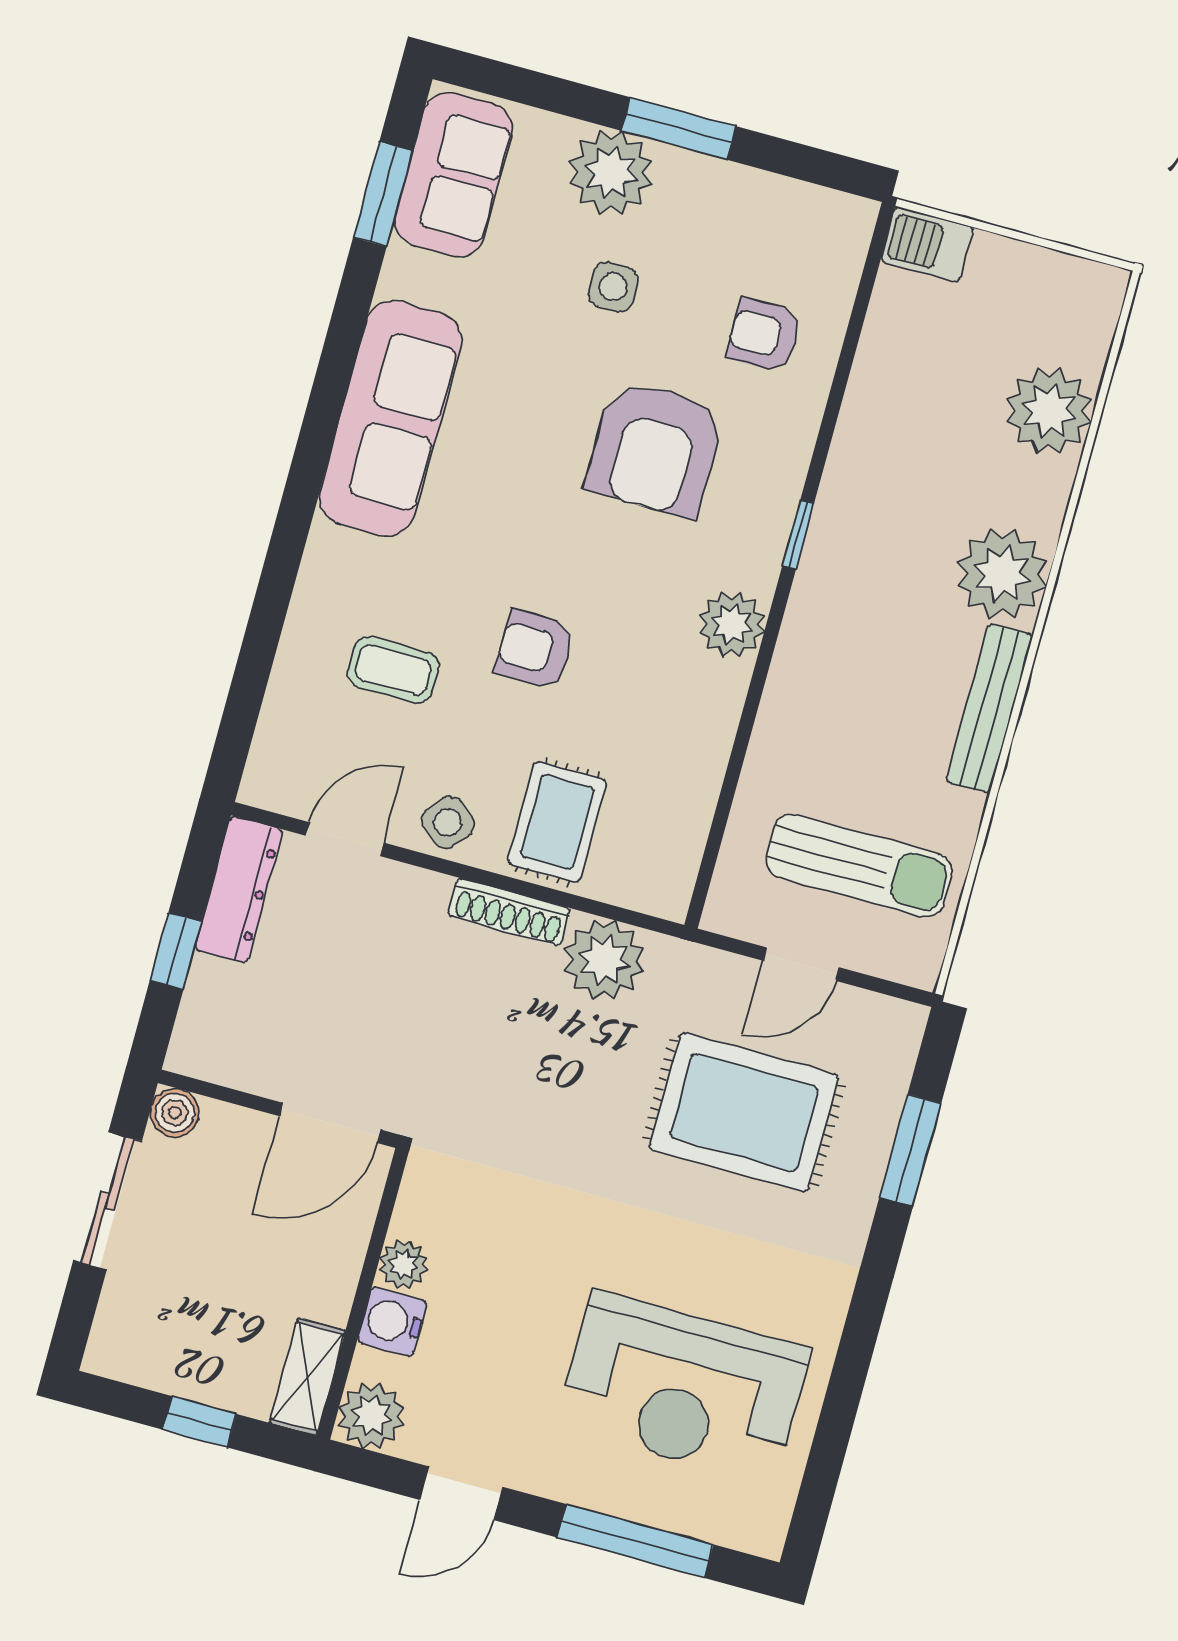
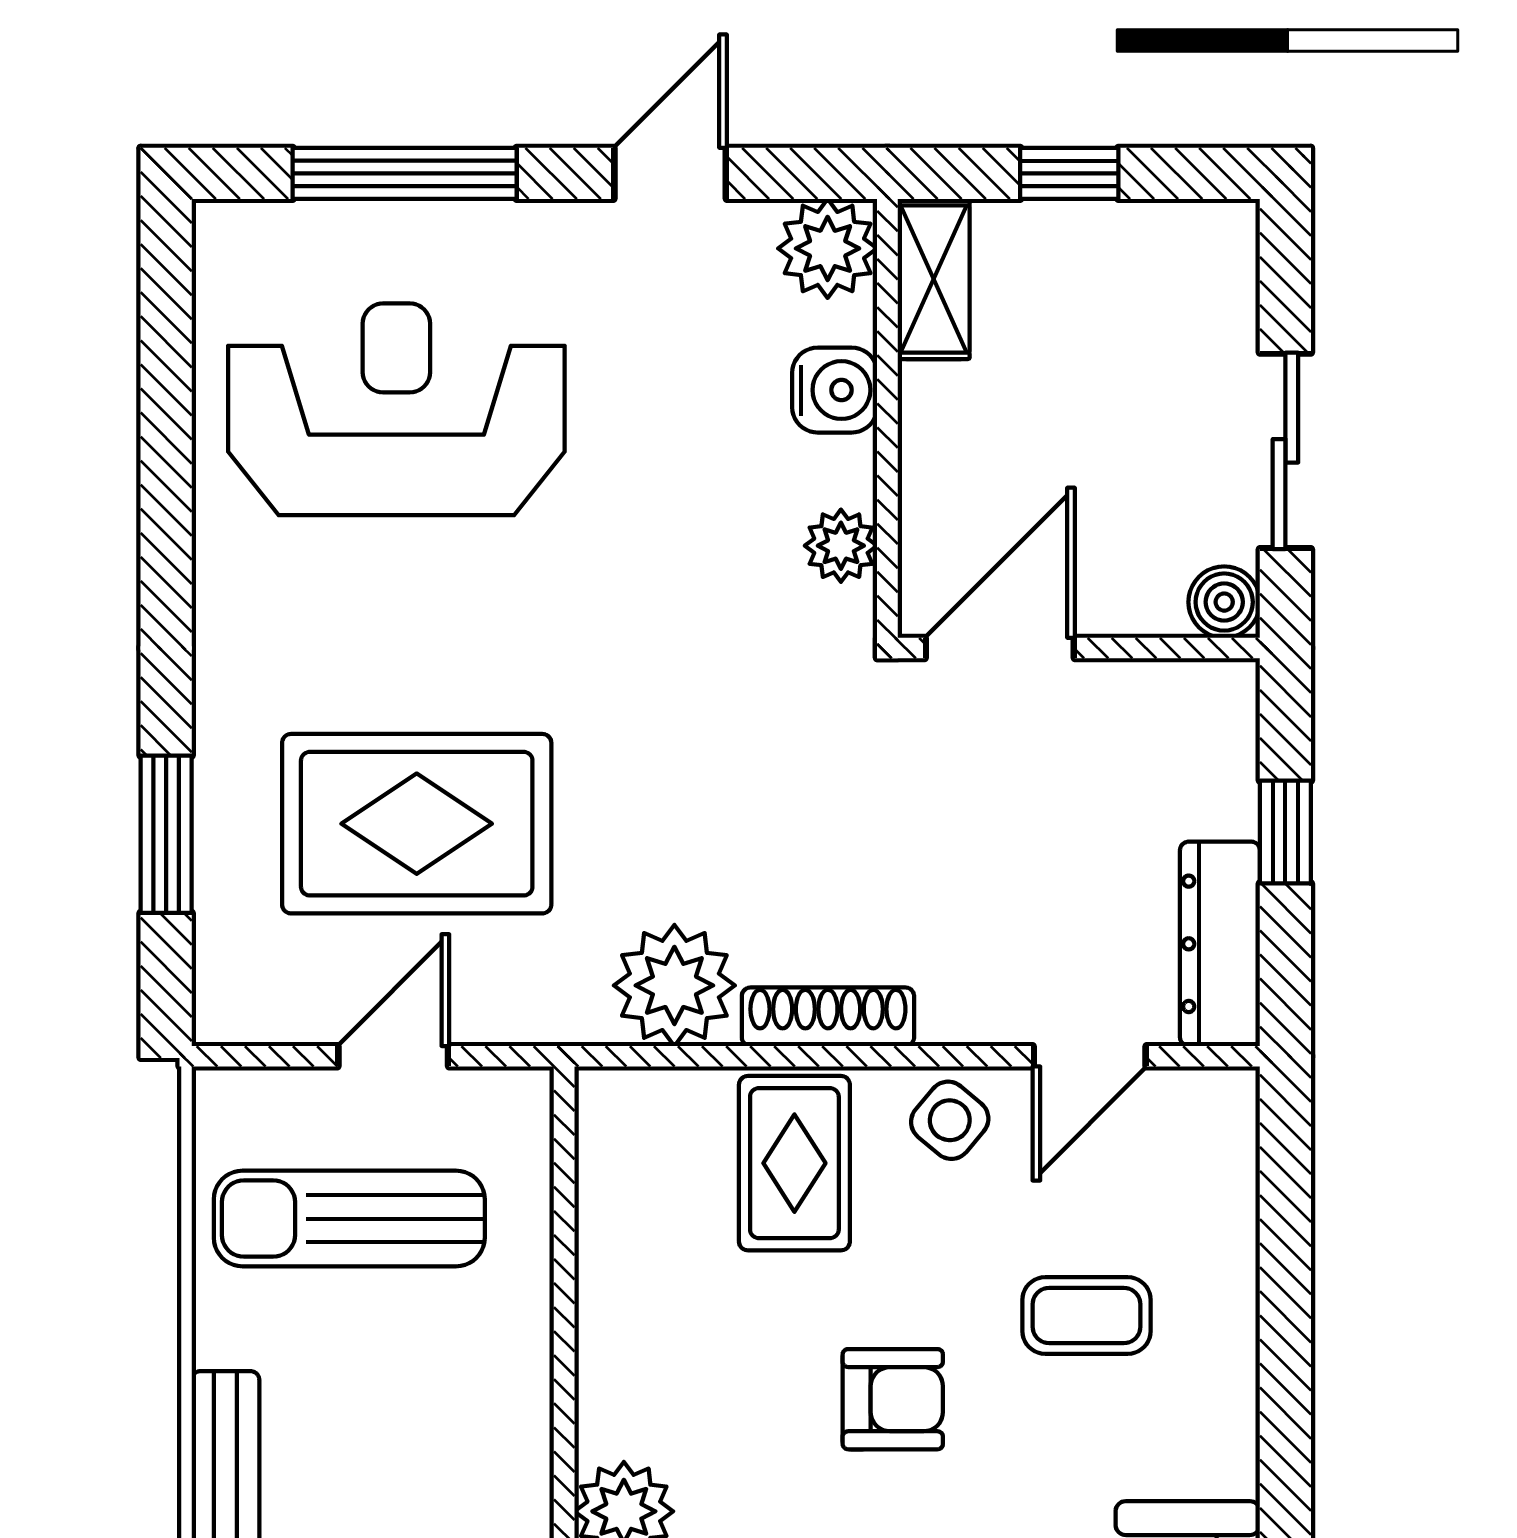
plant: (403, 1265) -> (841, 546), moved

